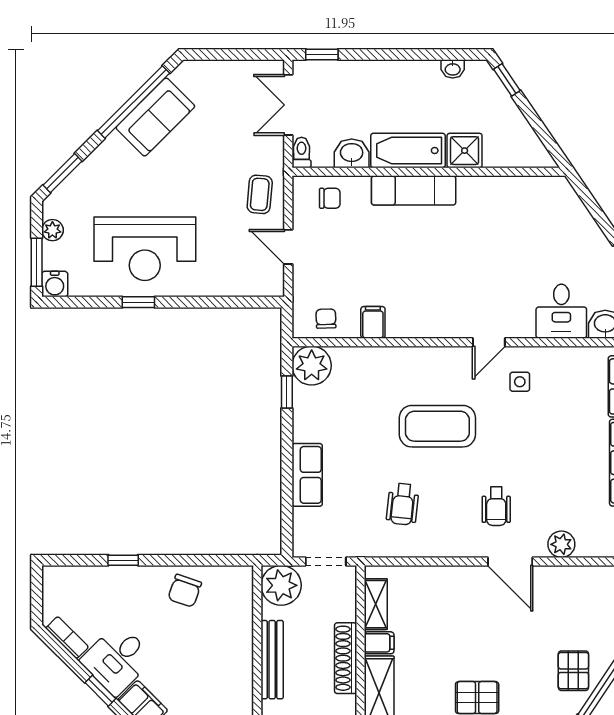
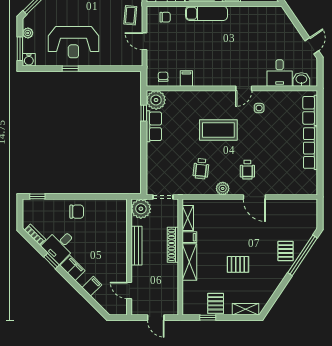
row of seats: (307, 475) -> (154, 126), moved
plant: (561, 544) -> (223, 188), moved
window: (123, 560) -> (37, 196), moved
chair: (185, 591) -> (77, 212), moved, turned -109

